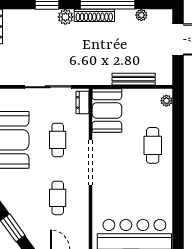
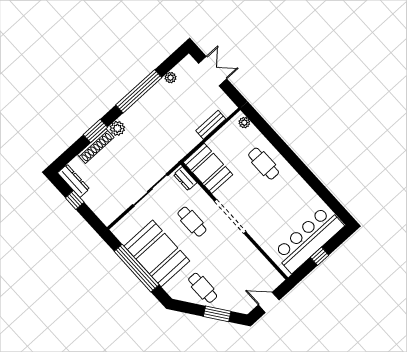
shoe rack: (94, 15) -> (96, 146), moved
bench: (134, 79) -> (211, 125), width x0.73
cafe table: (58, 198) -> (203, 288), moved

